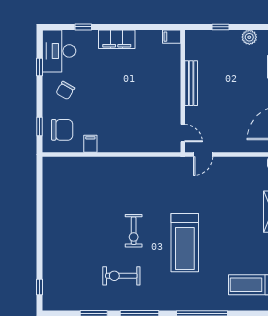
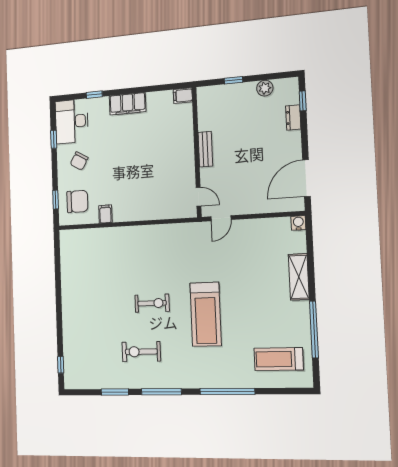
bench: (191, 83) -> (205, 149), width x0.73
exercise bike: (134, 231) -> (152, 303), turned -90

